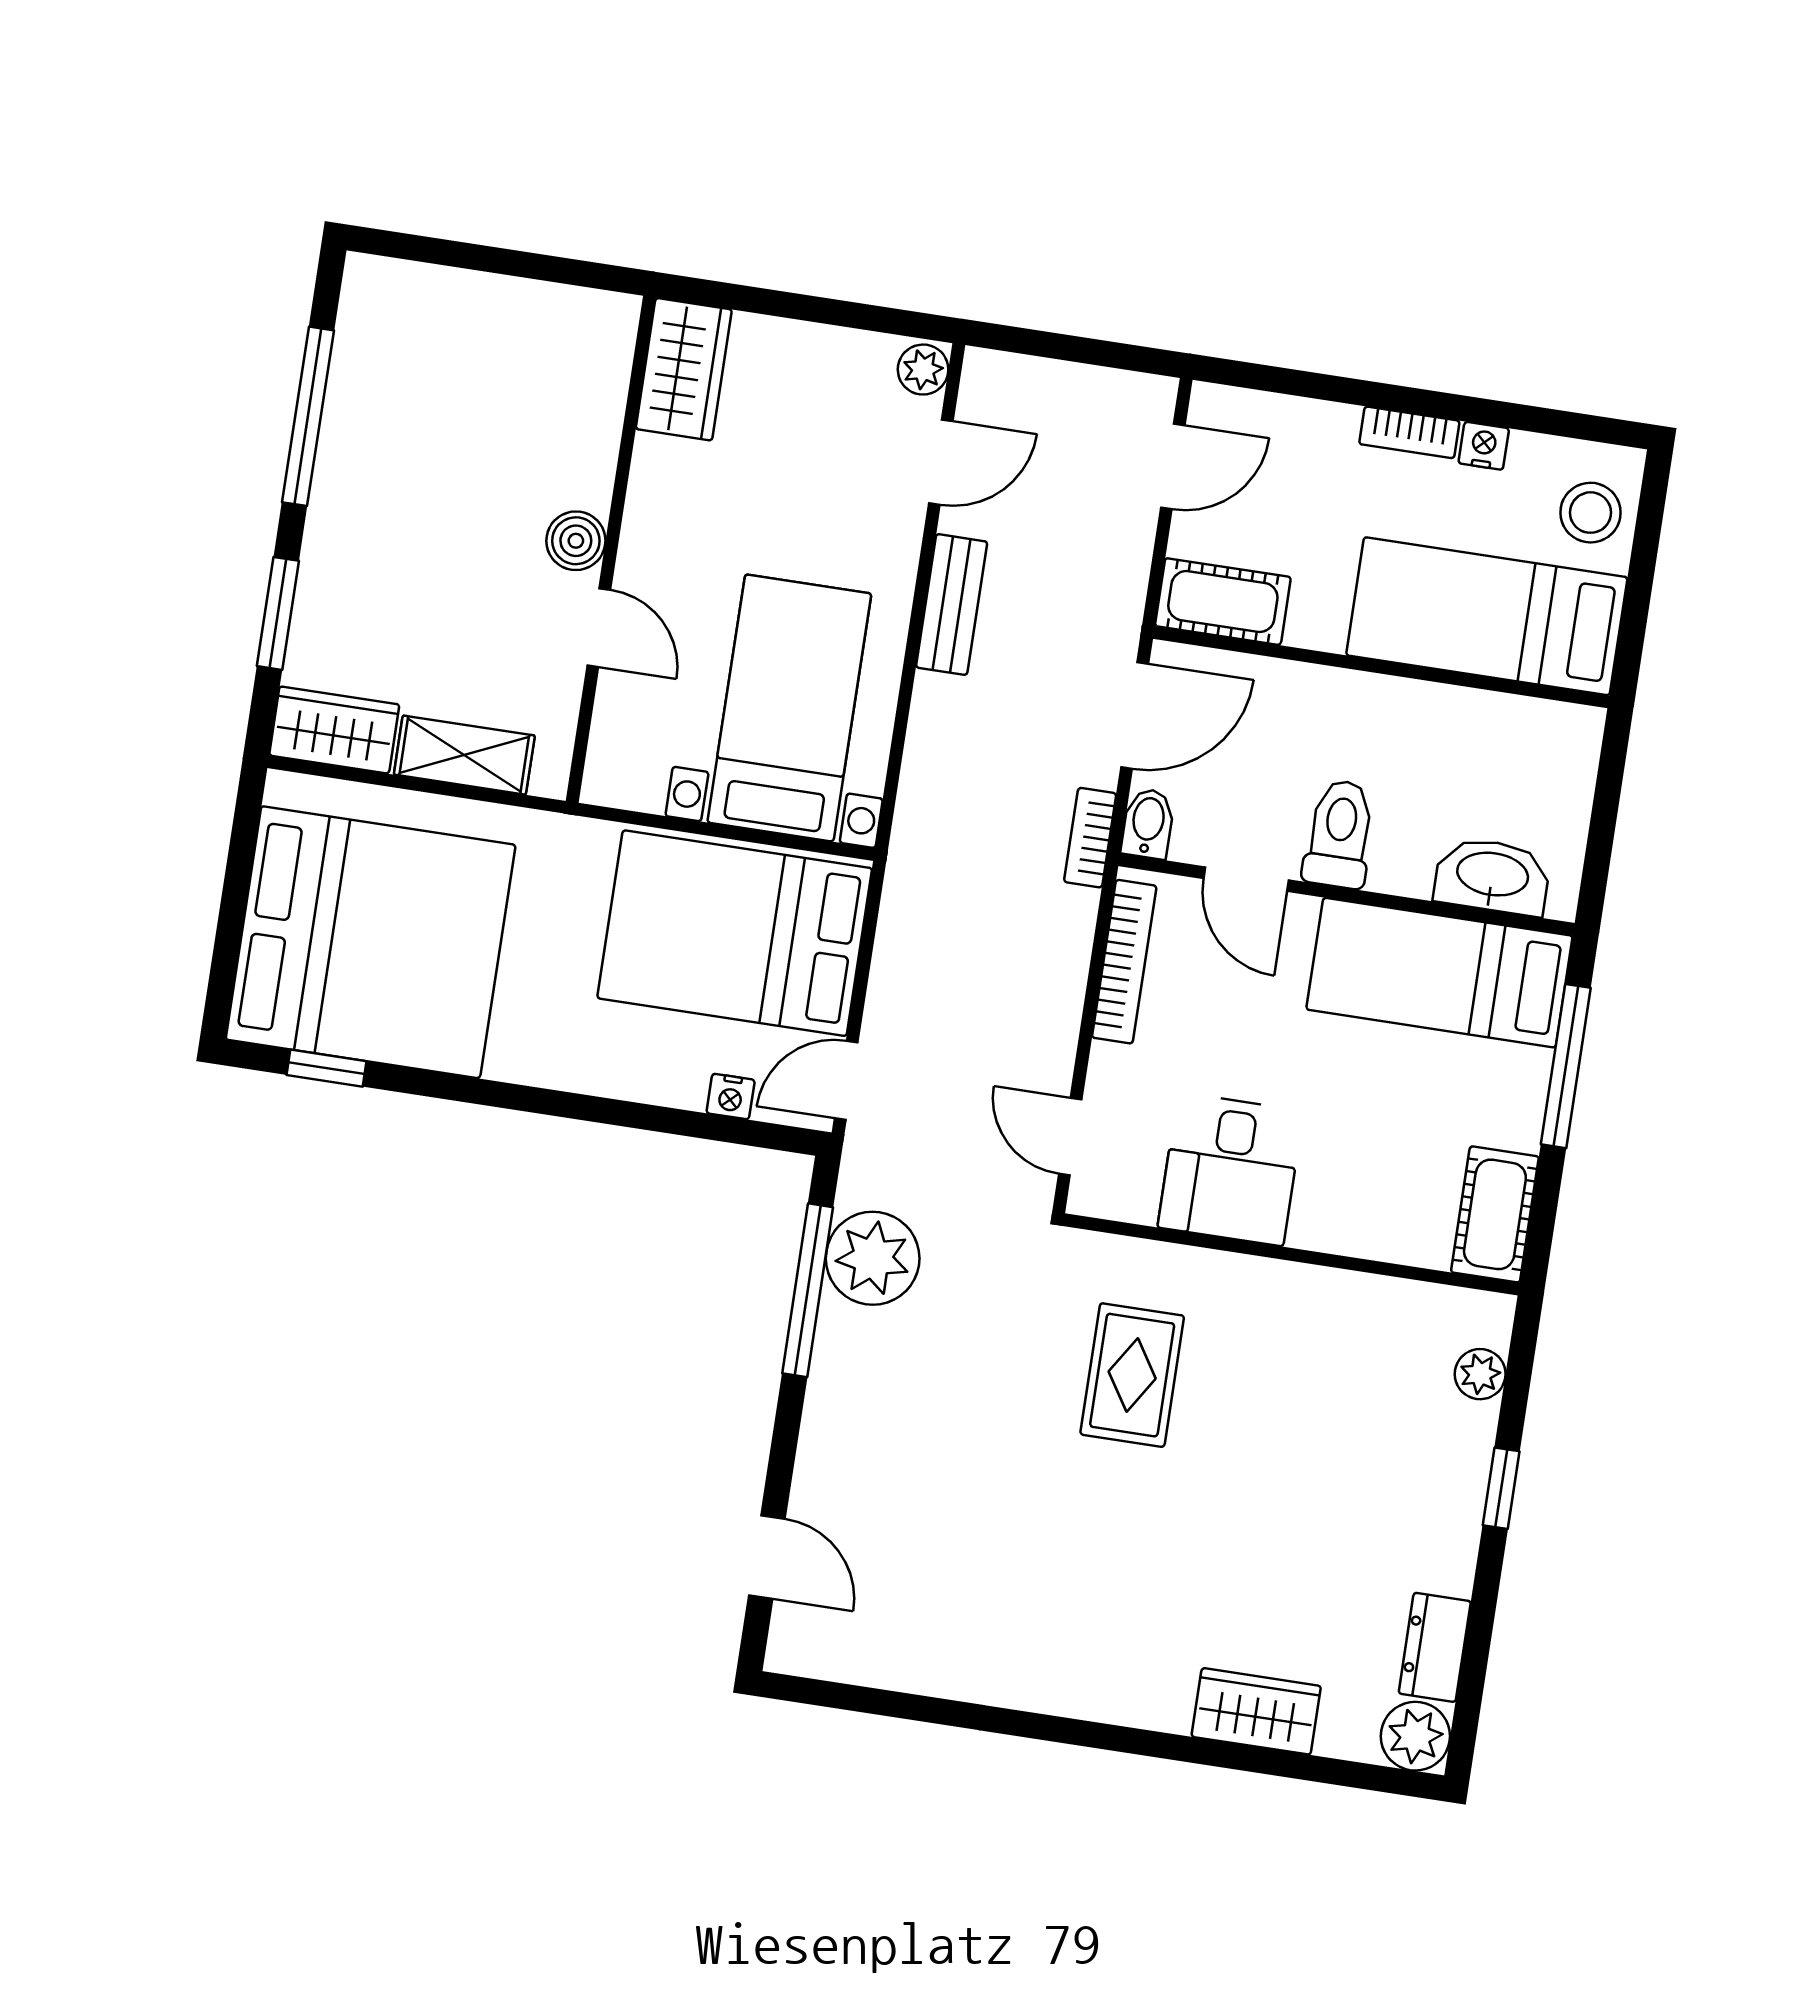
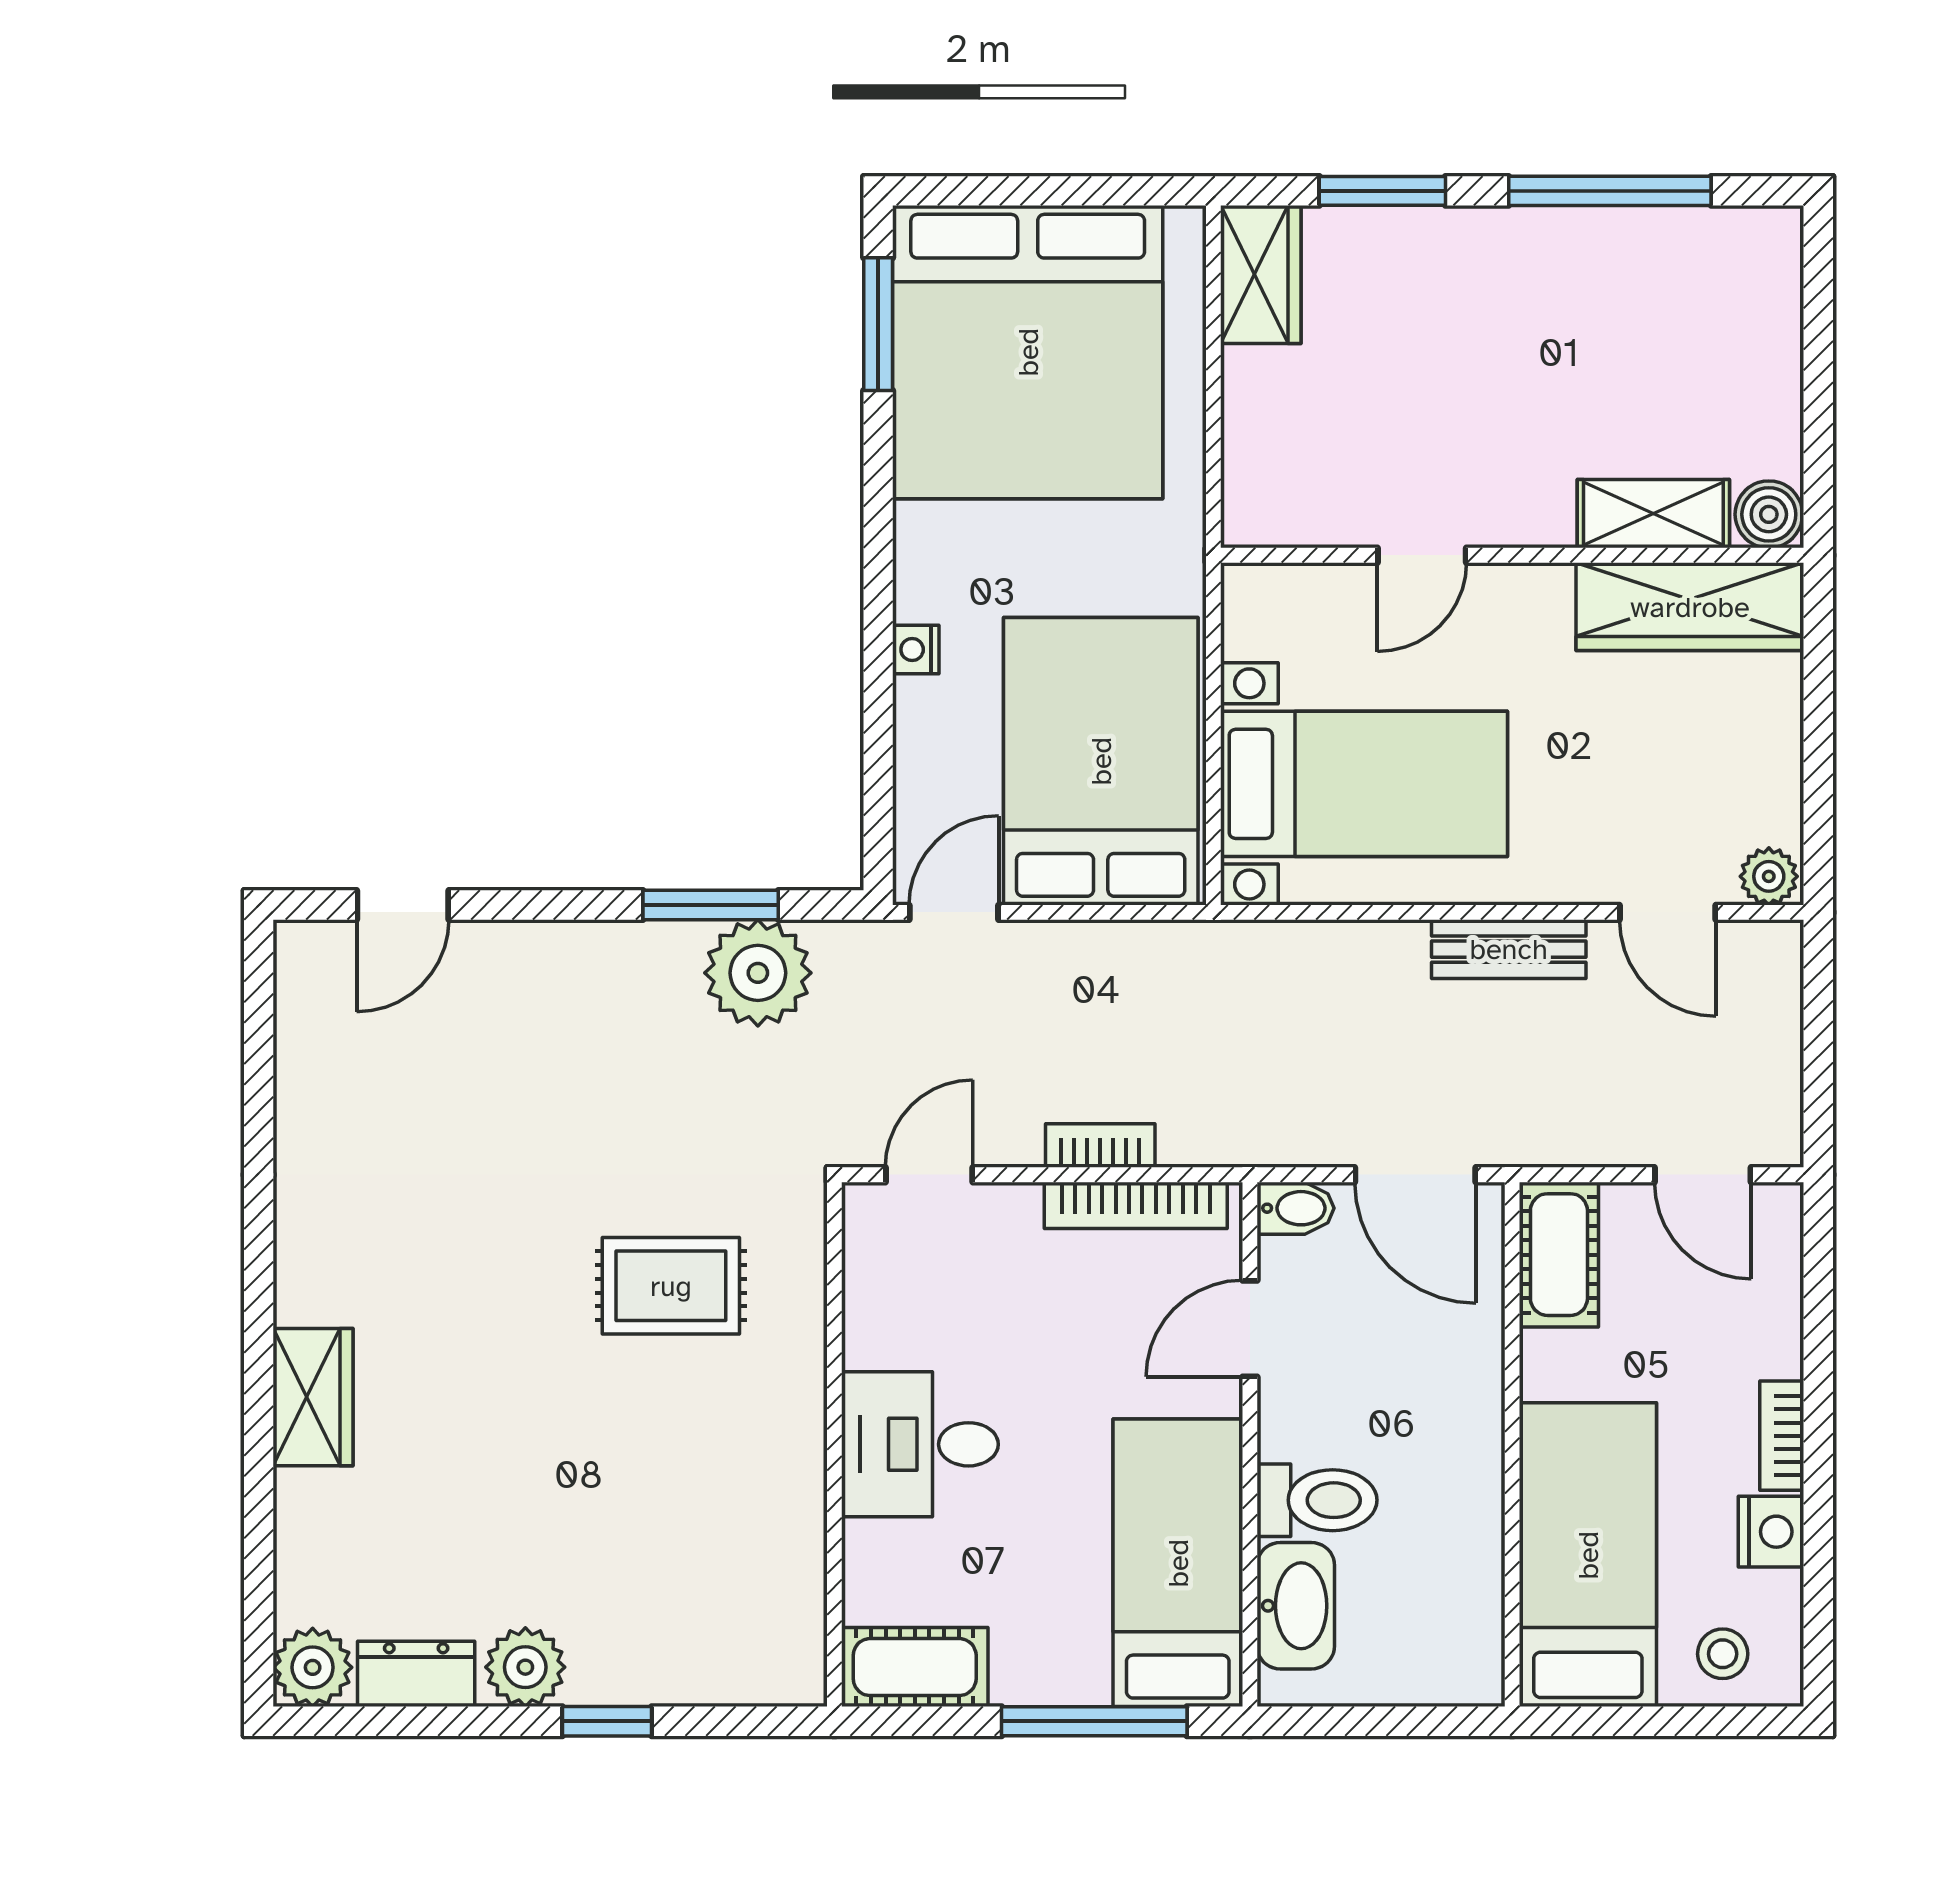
wardrobe: (684, 369) -> (1690, 607), width x1.50
nightstand: (1484, 446) -> (1771, 1532), width x1.39, depth x1.35
stool: (1591, 513) -> (1723, 1654), width x0.73, depth x0.73
boiler: (576, 541) -> (1769, 514), moved
shelving: (464, 755) -> (1653, 514), moved, turned 90
toilet: (1340, 834) -> (1317, 1500), moved
bookcase: (1090, 838) -> (1100, 1146), moved
window: (327, 1068) -> (878, 324), width x1.50
door: (846, 1080) -> (954, 912), hinge flipped
nightstand: (731, 1097) -> (916, 650), moved
desk: (1231, 1169) -> (920, 1444), moved
window: (808, 1290) -> (711, 905), width x0.69
plant: (1480, 1374) -> (525, 1667), moved, width x1.38, depth x1.38
wardrobe: (1256, 1711) -> (313, 1397), moved

